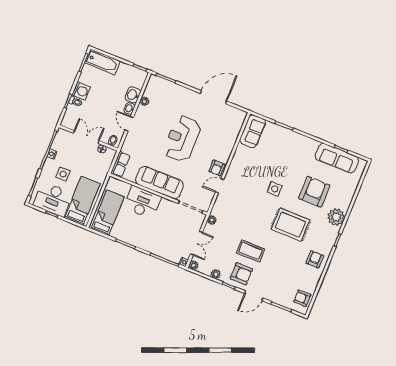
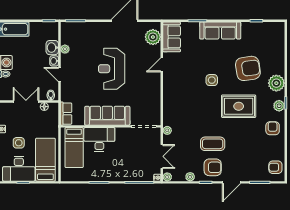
plant: (234, 124) -> (153, 37), added
sofa: (337, 158) -> (220, 31), moved
armchair: (217, 168) -> (153, 82), removed
door: (220, 186) -> (162, 65), moved
armchair: (314, 192) -> (248, 68), turned 82
bed: (108, 213) -> (74, 148), moved, turned 180
plant: (330, 240) -> (279, 106), added

